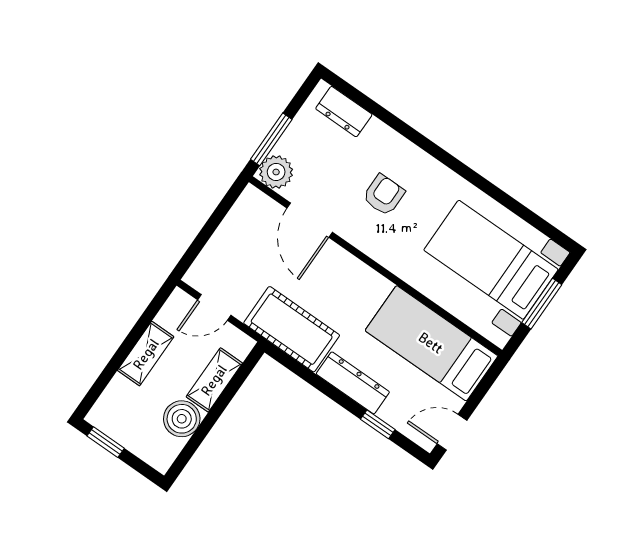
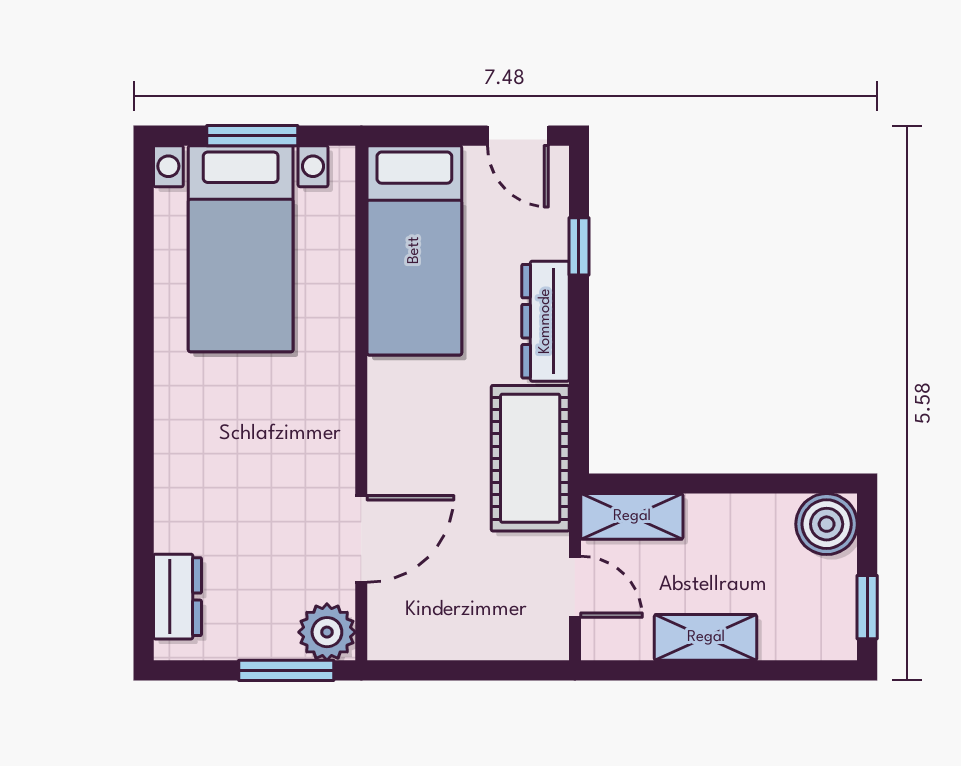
armchair: (384, 195) -> (255, 460), removed
shelving: (214, 380) -> (632, 516), moved
boiler: (182, 419) -> (827, 524), moved

